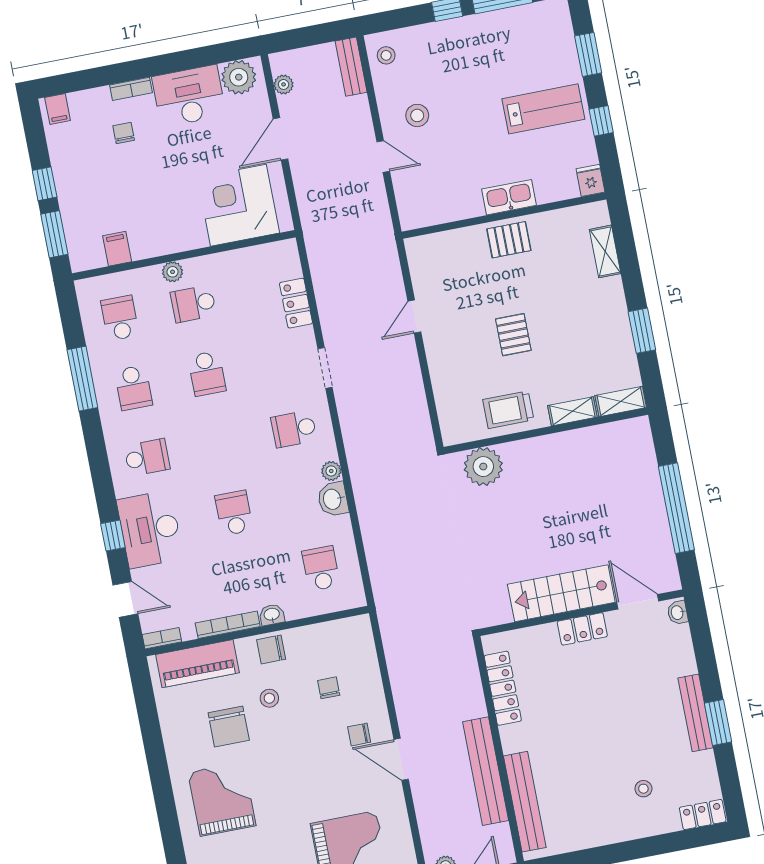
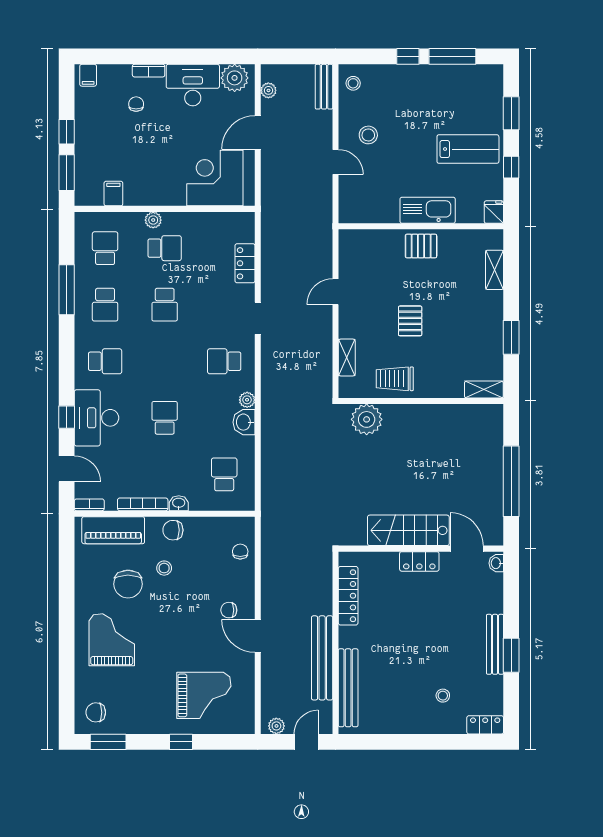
kitchen sink: (509, 197) -> (428, 210), width x1.36, depth x1.24
school desk: (193, 304) -> (165, 248), turned 180
shelving: (572, 411) -> (347, 357), moved, turned 90
chair: (329, 688) -> (240, 552), moved

